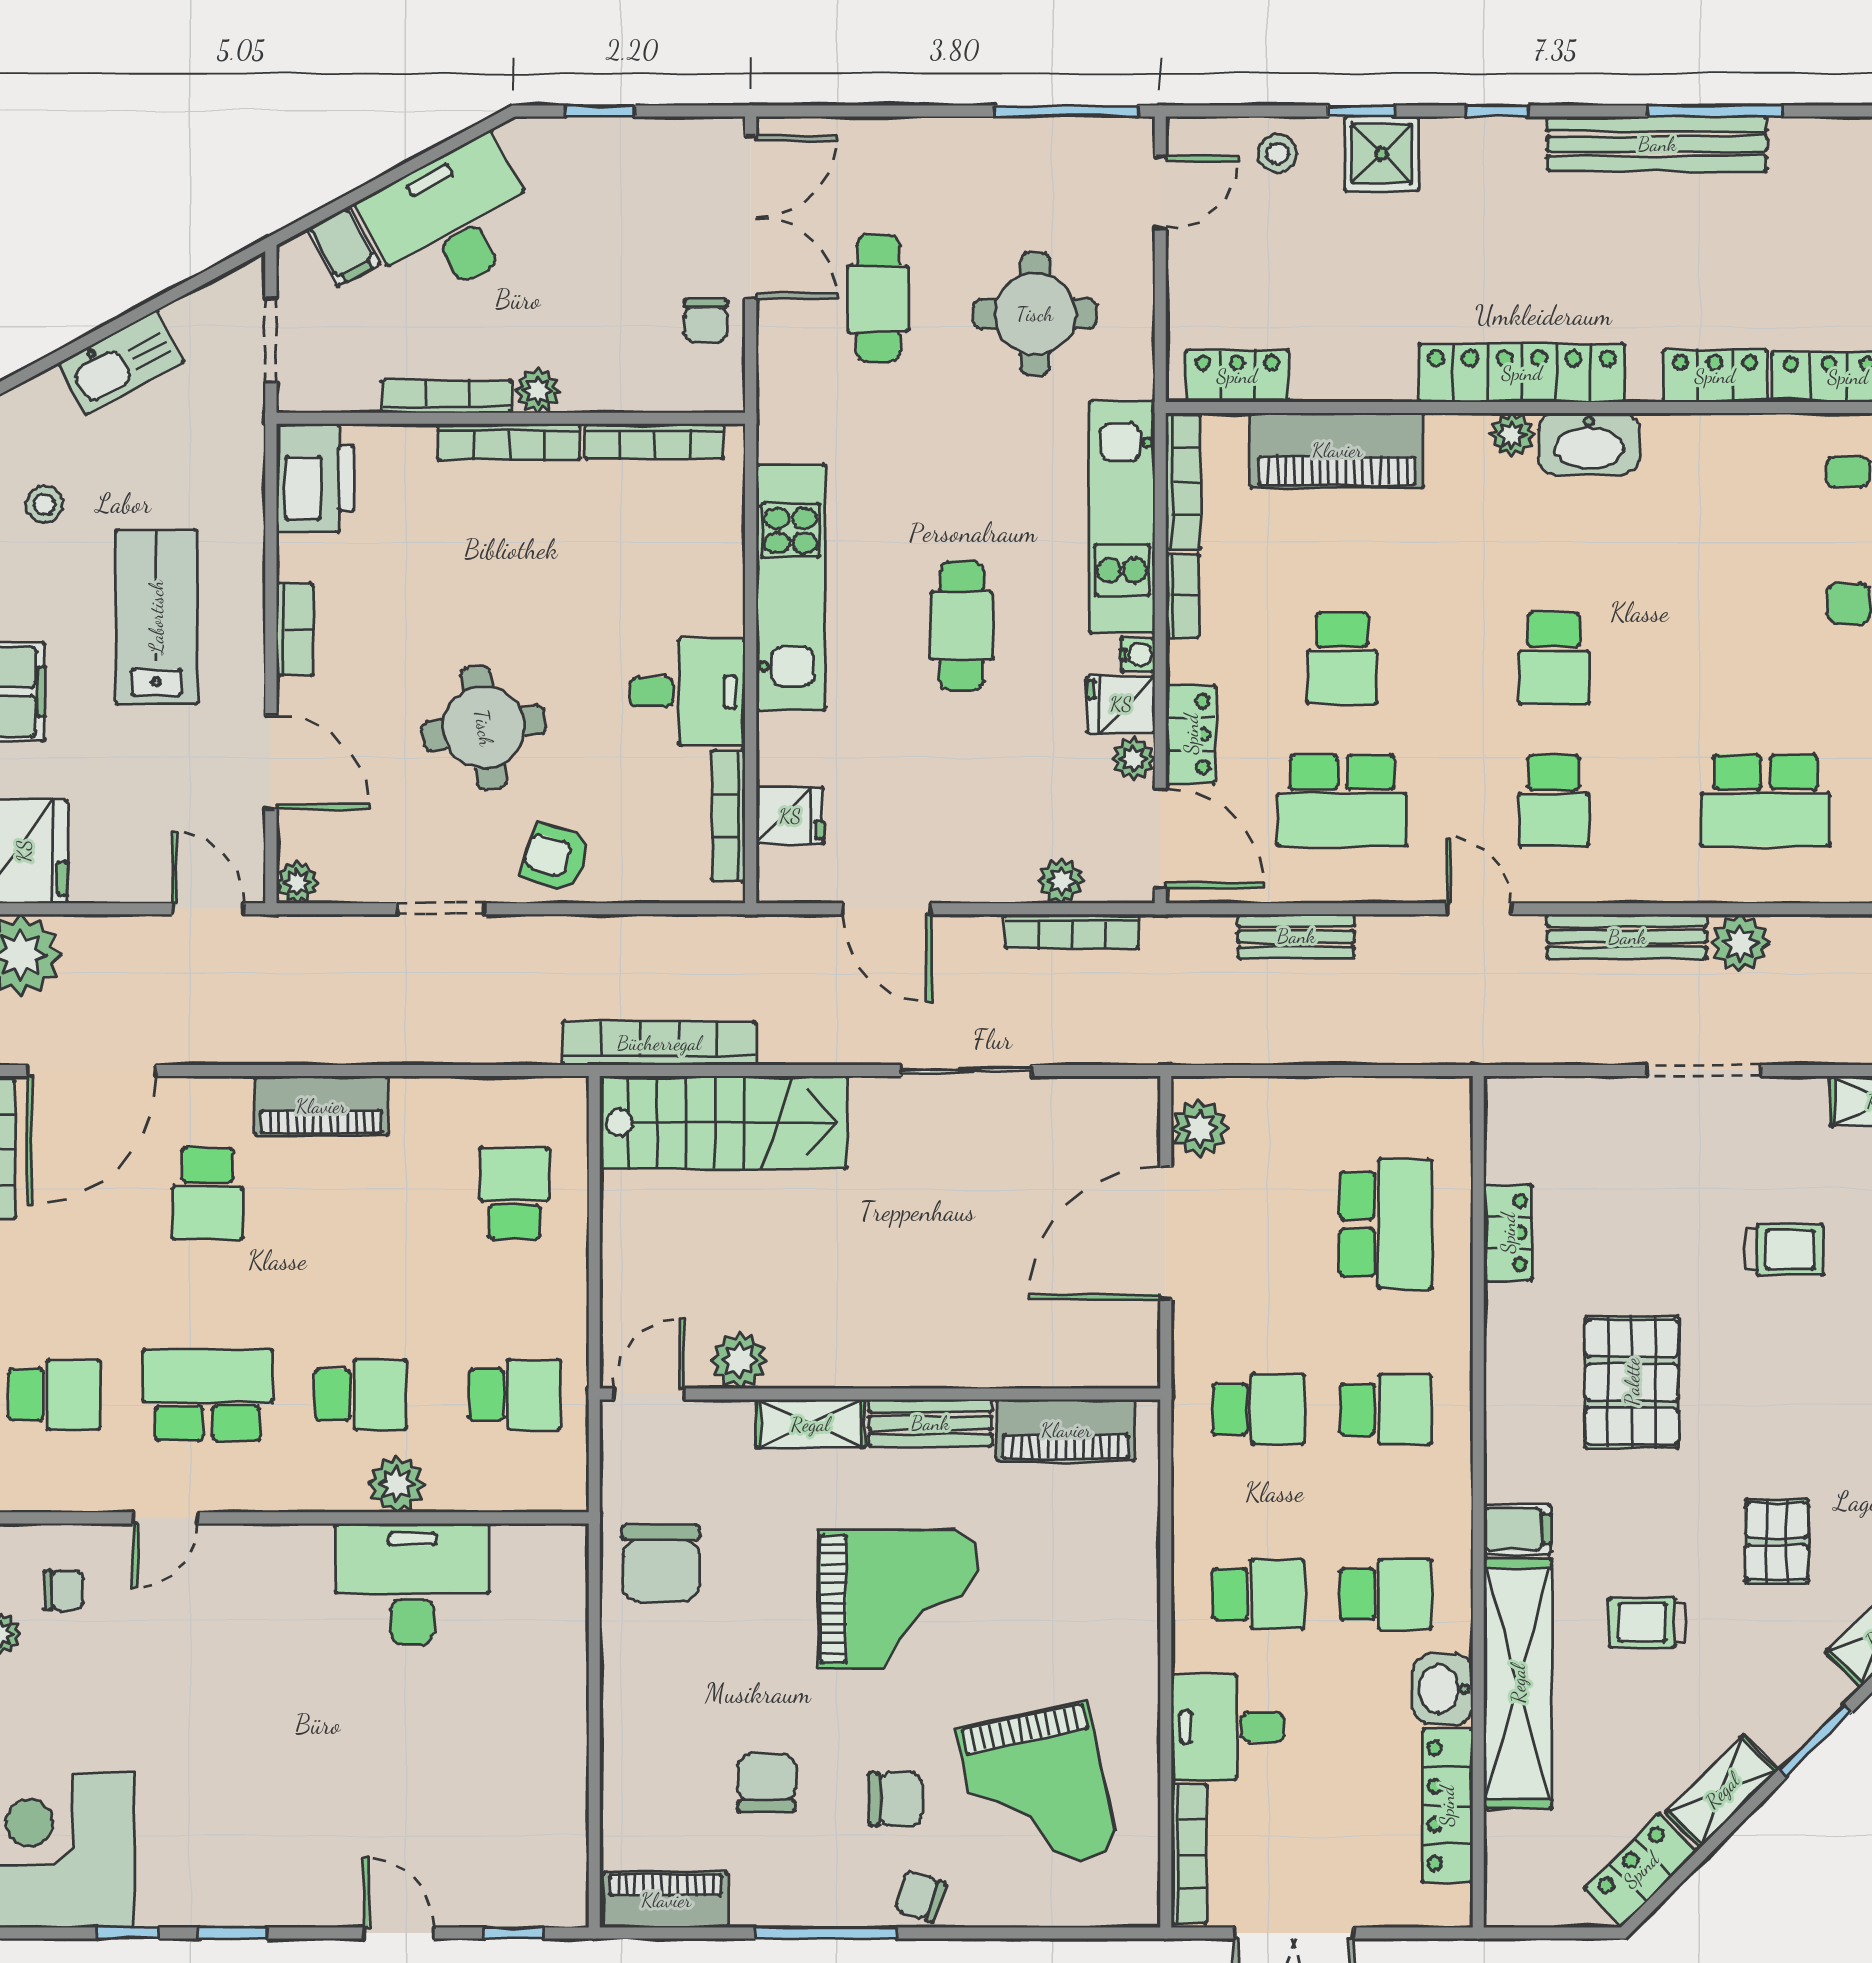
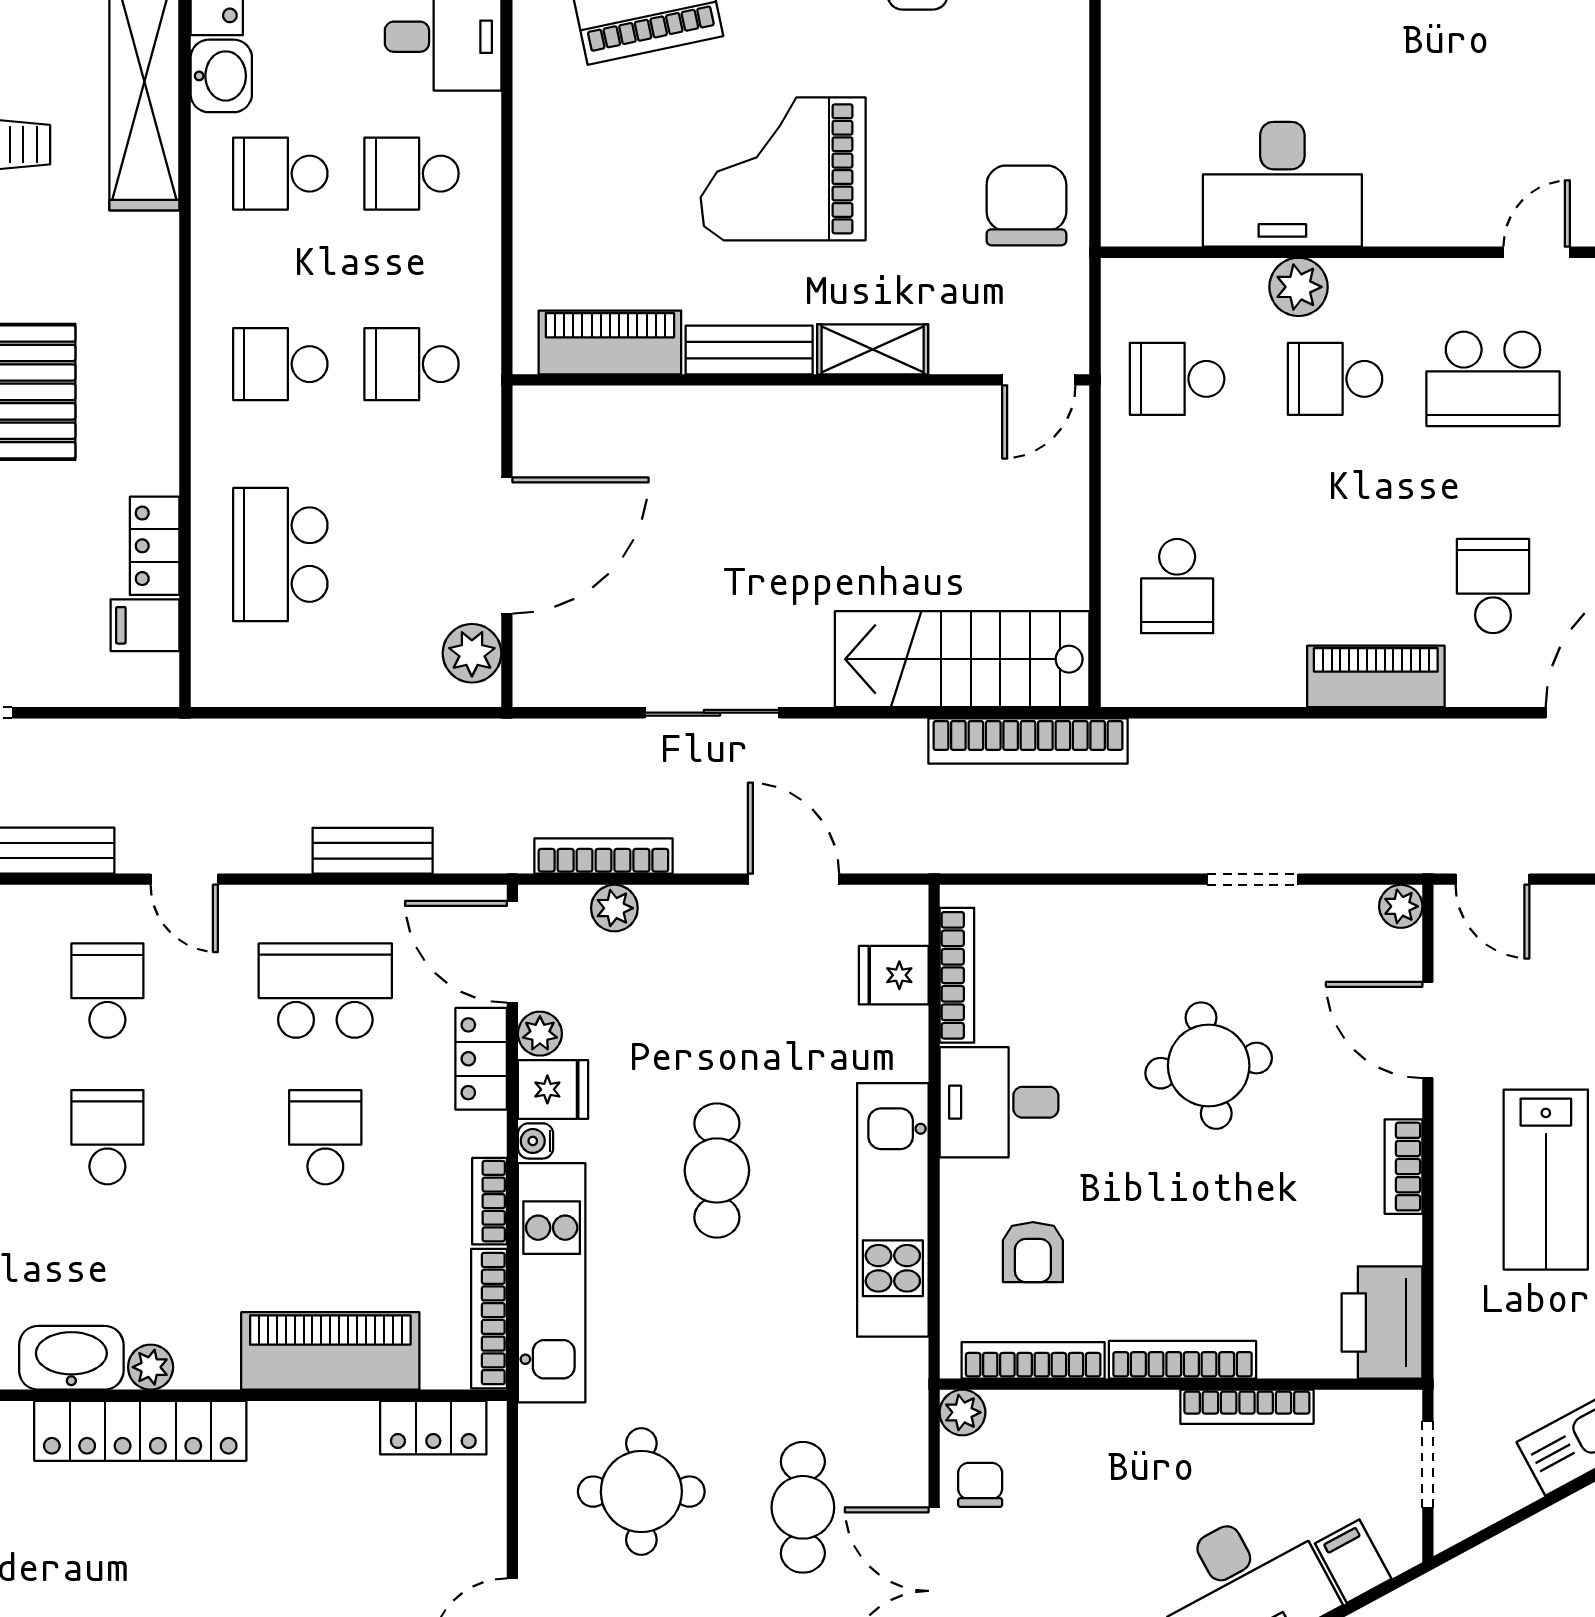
plant: (538, 391) -> (962, 1412), moved
armchair: (556, 857) -> (1033, 1252), moved, turned 72
plant: (739, 1360) -> (946, 415), removed
filing cabinet: (1517, 1529) -> (145, 625), moved

